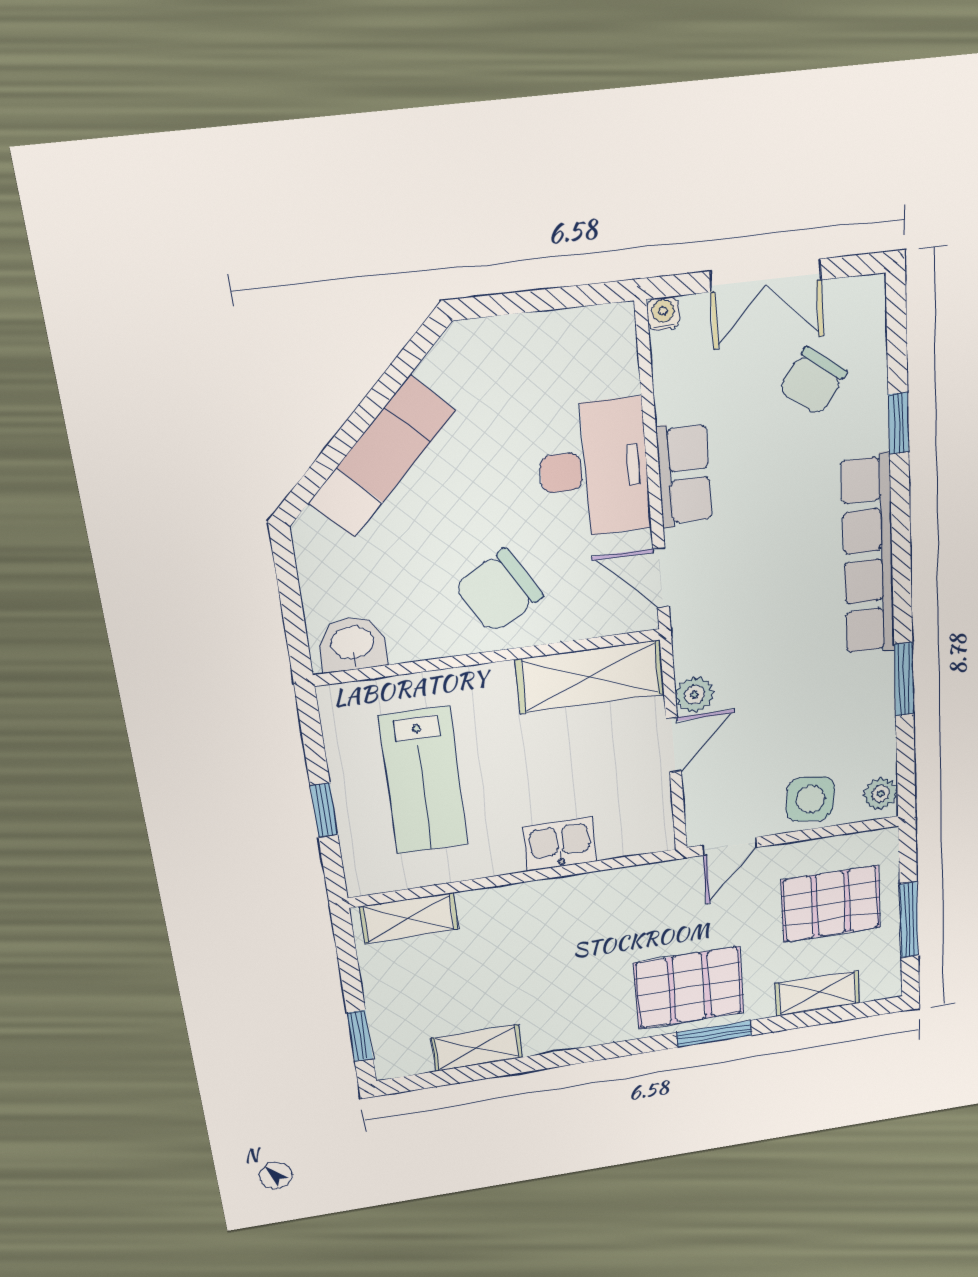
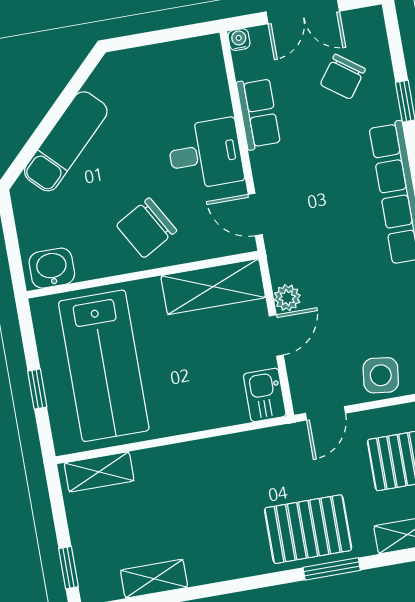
desk: (594, 469) -> (205, 154), width x0.73
row of seats: (684, 475) -> (258, 113), moved
lab bench: (423, 781) -> (104, 366), width x1.36, depth x1.39
kitchen sink: (560, 844) -> (265, 395), moved, turned -90

